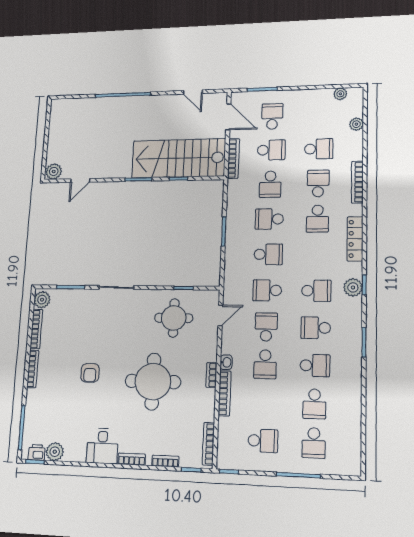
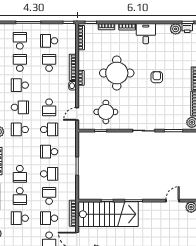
school desk: (318, 219) -> (20, 174), turned 180
school desk: (265, 364) -> (49, 63), moved

